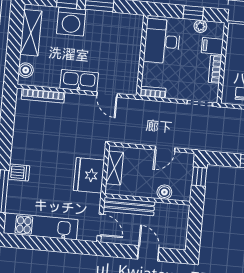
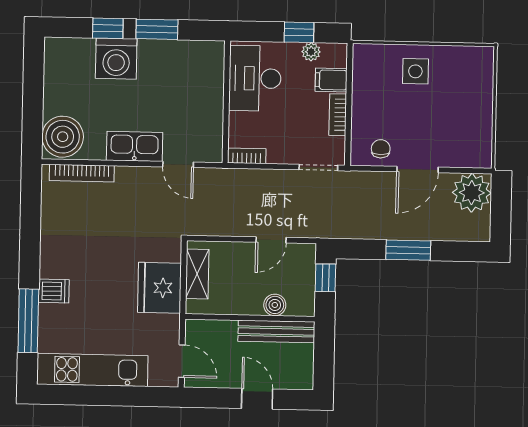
shelving: (31, 33) -> (57, 80), removed
boiler: (26, 70) -> (63, 137), width x1.86, depth x1.86
bench: (129, 206) -> (276, 331), moved

